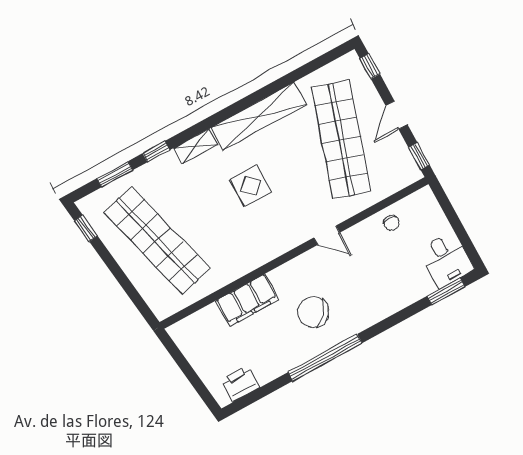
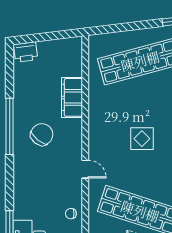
door: (327, 235) -> (85, 169), swing flipped
printer: (240, 383) -> (26, 52), moved, turned 83

